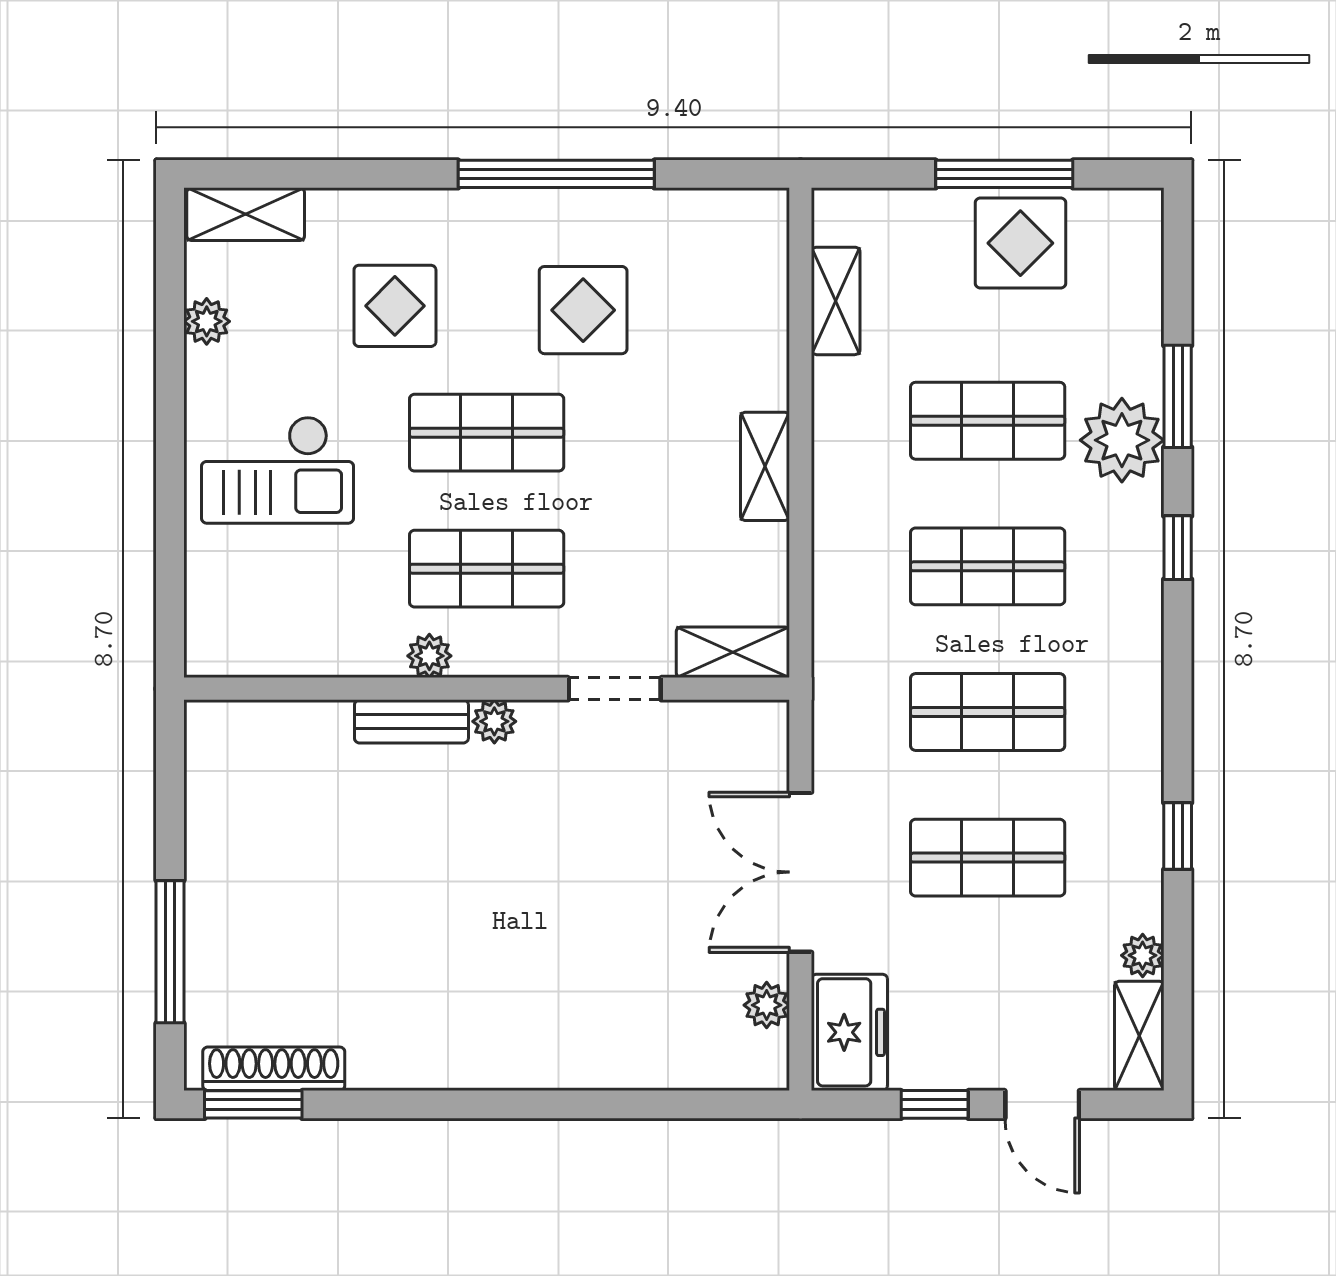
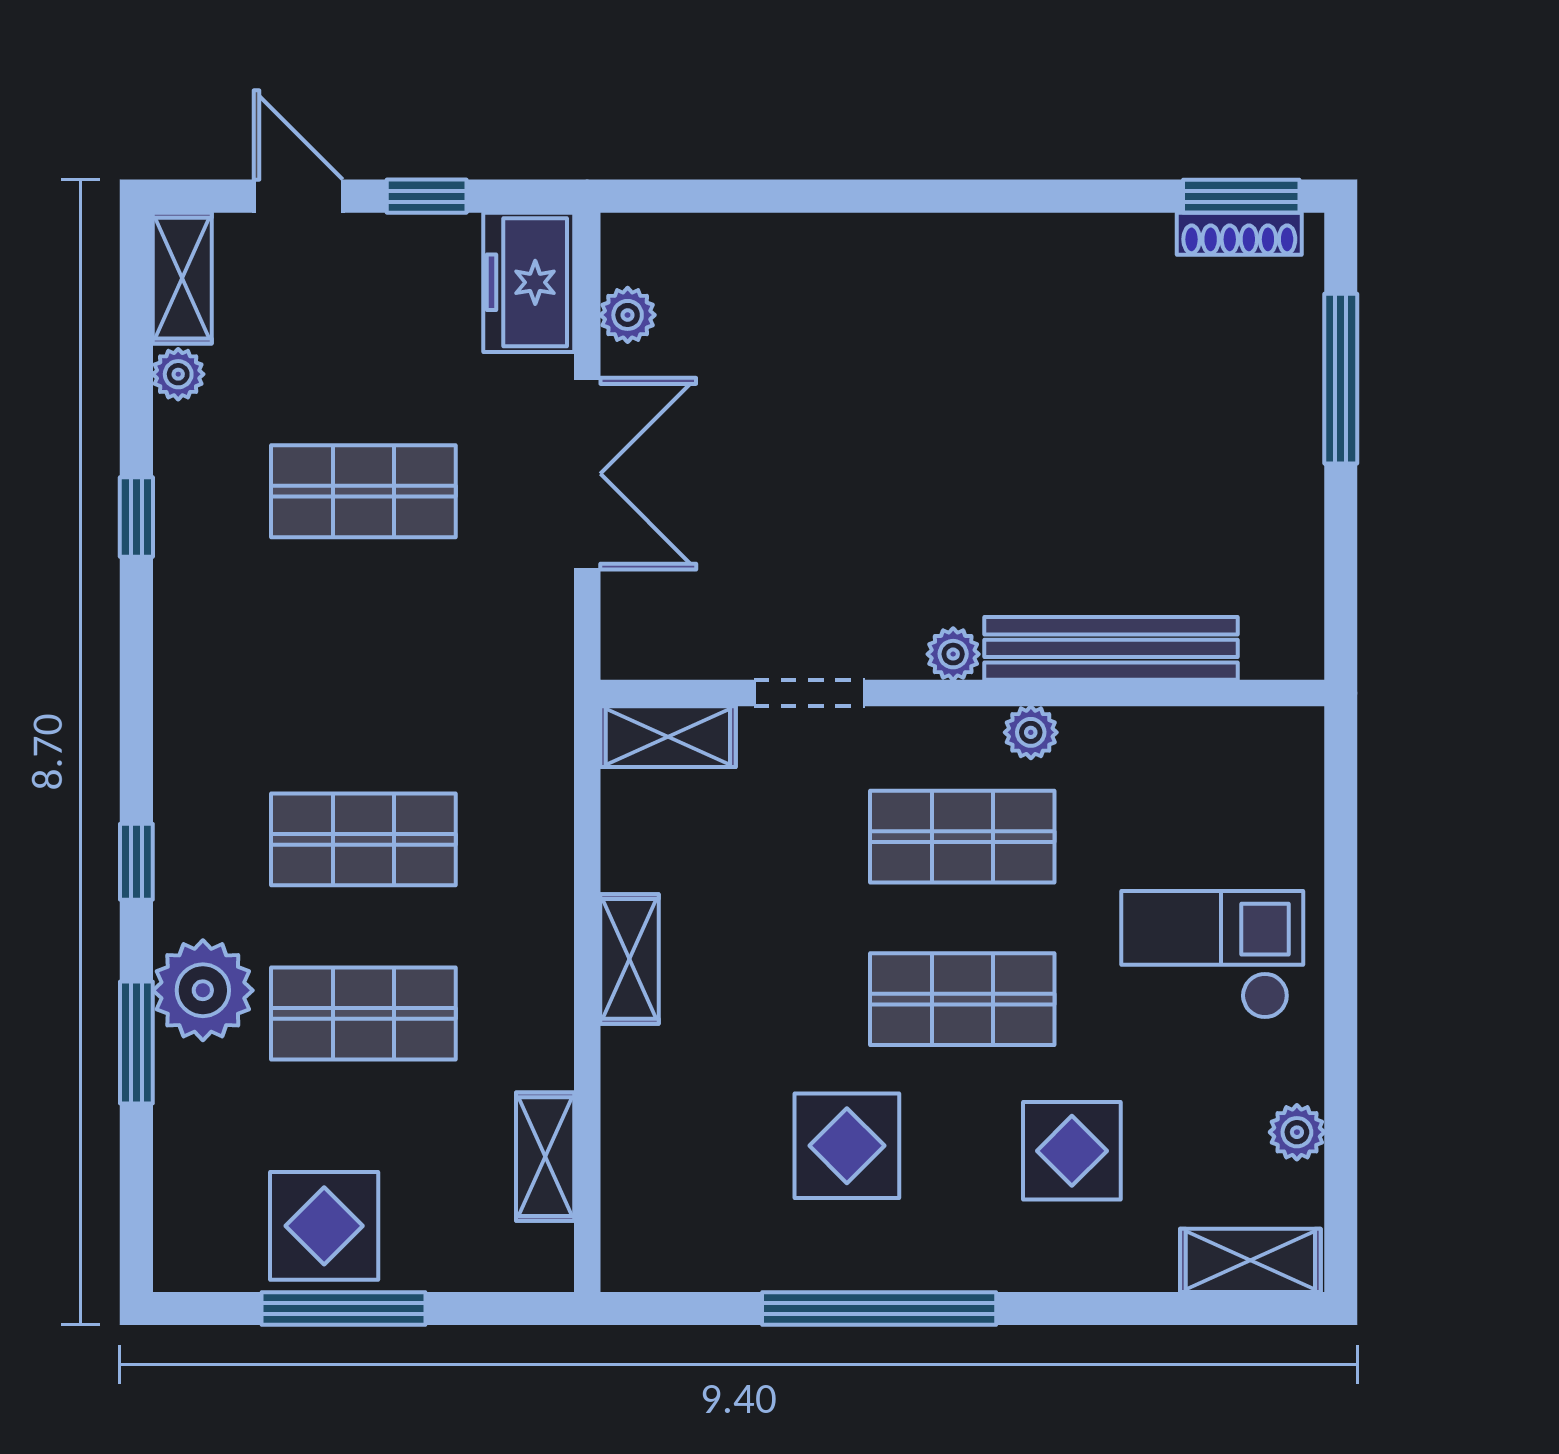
shop shelf: (988, 712) -> (363, 665), removed
bench: (411, 721) -> (1111, 648), width x1.86, depth x1.21
shoe rack: (274, 1069) -> (1239, 234), width x0.74, depth x0.81

